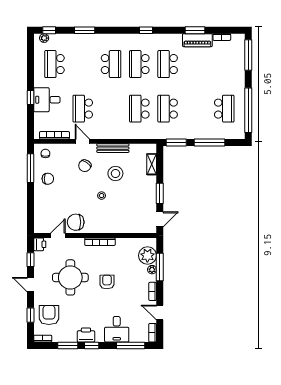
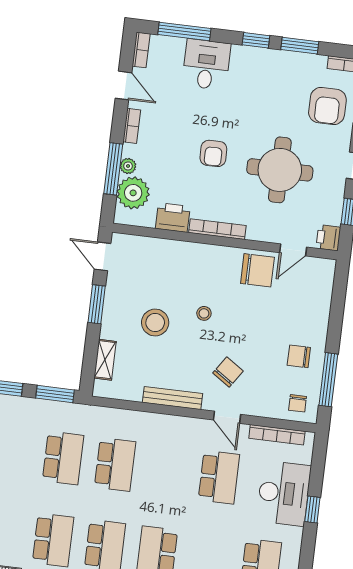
desk: (47, 100) -> (284, 493), width x1.37
stool: (115, 173) -> (155, 323), moved
door: (160, 219) -> (103, 256), hinge flipped
printer: (86, 335) -> (173, 218), moved, turned 180

